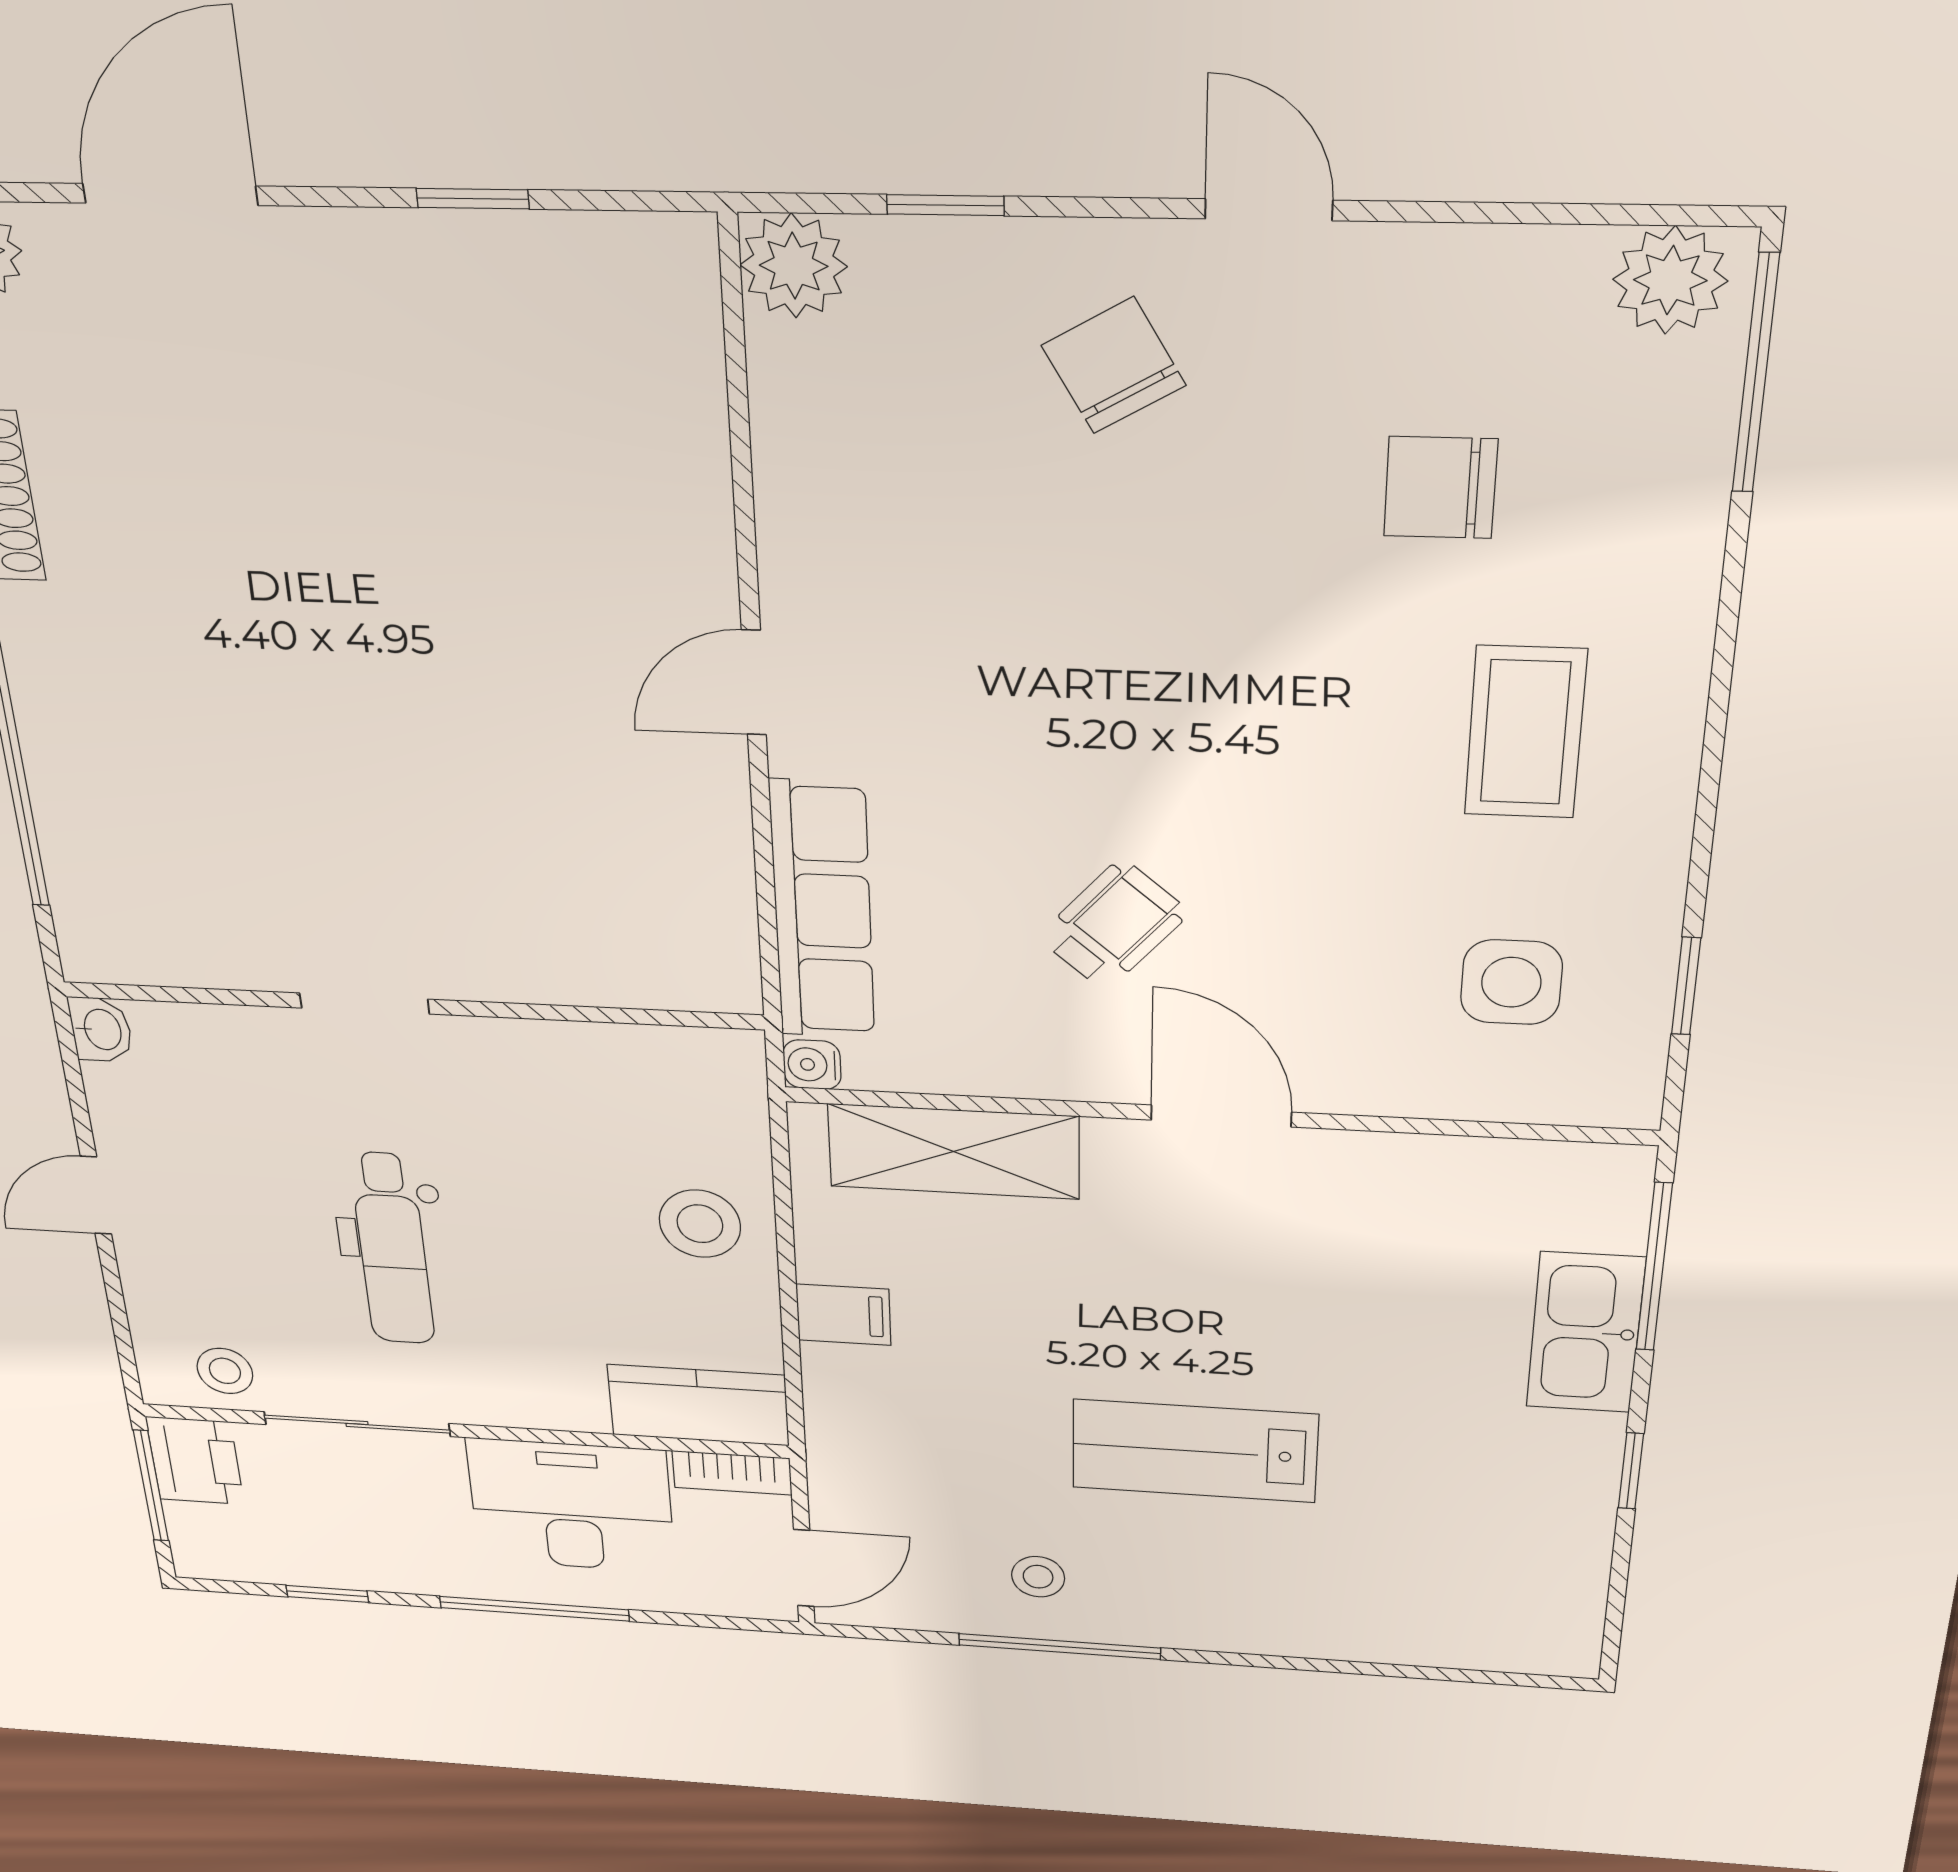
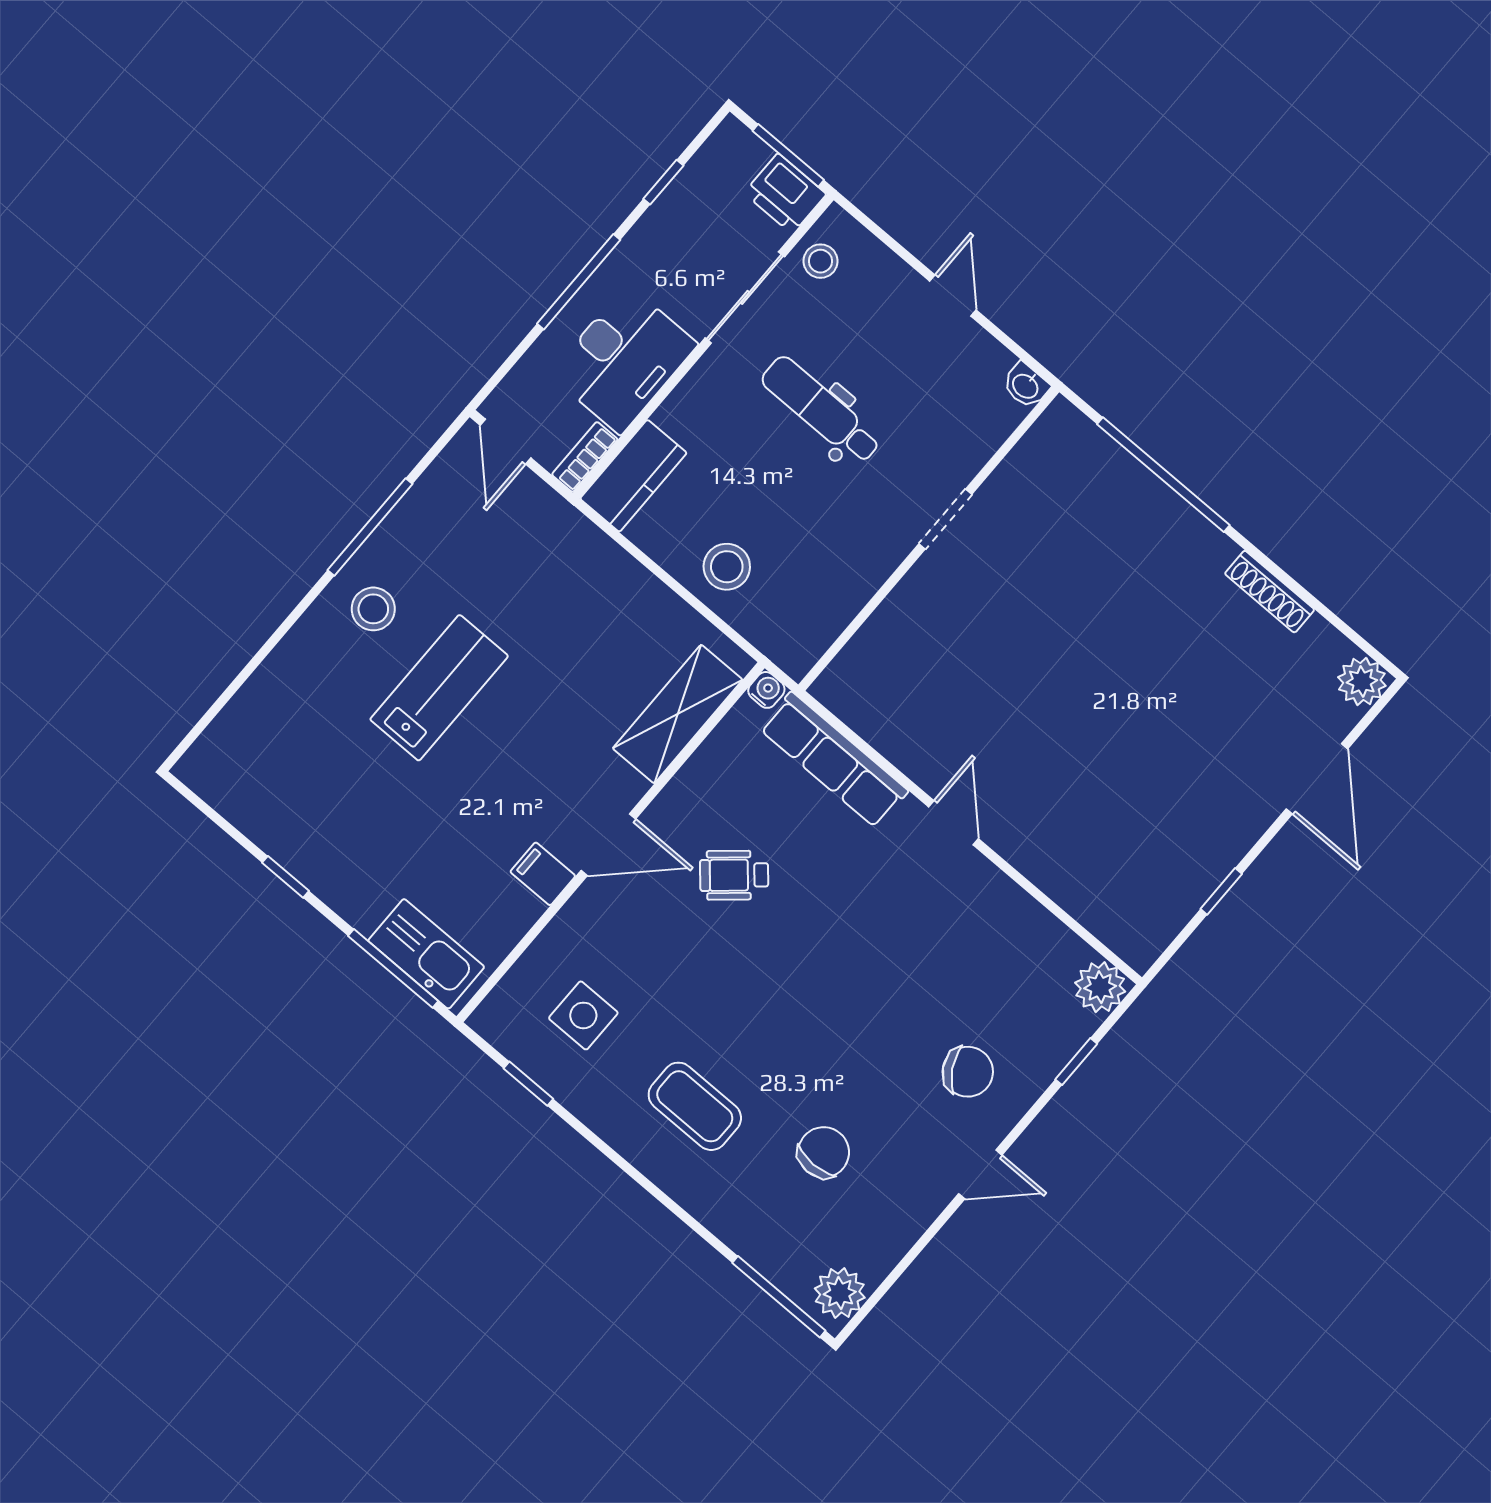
wheelchair: (1113, 925) -> (734, 875), turned 98
filing cabinet: (844, 1315) -> (543, 874), moved, turned 90
kitchen sink: (1585, 1333) -> (426, 954), moved
stool: (1038, 1577) -> (373, 609), moved, width x1.37, depth x1.37

